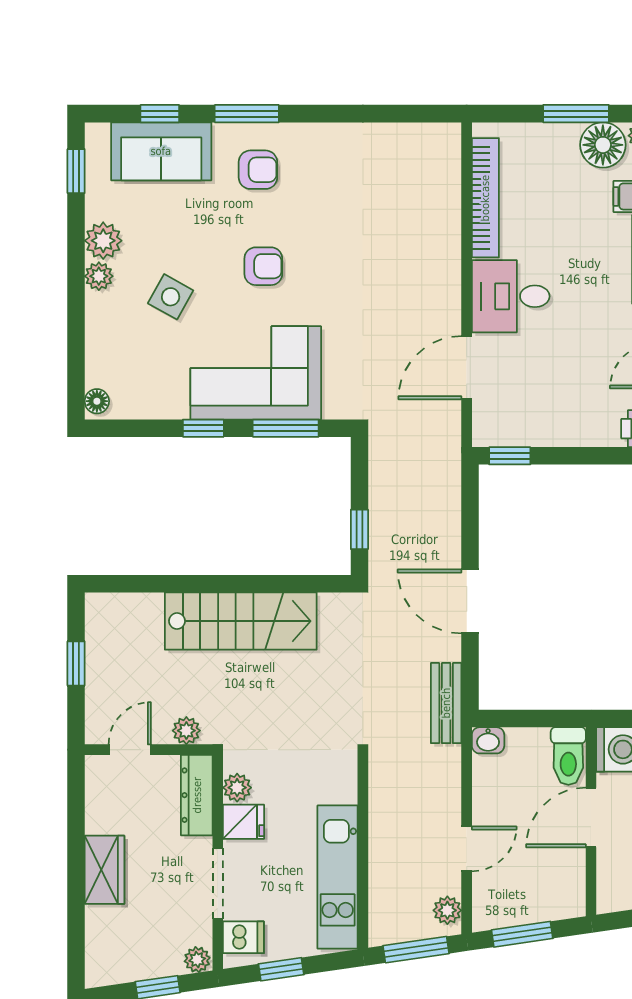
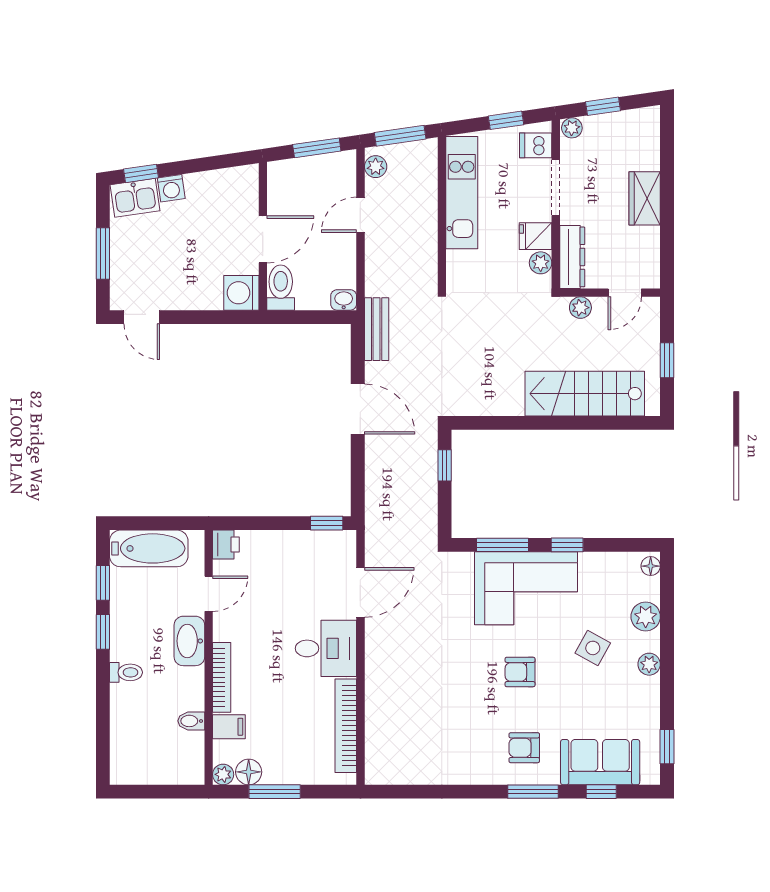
floor lamp: (603, 145) -> (249, 772), width x0.73, depth x0.73
plant: (103, 241) -> (646, 617), moved
stairs: (241, 621) -> (585, 394), moved

